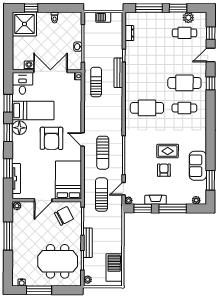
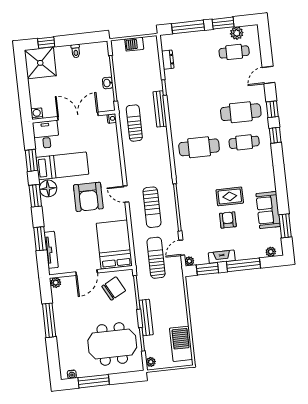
window: (211, 33) -> (275, 135), moved
washing machine: (29, 65) -> (37, 114), moved

